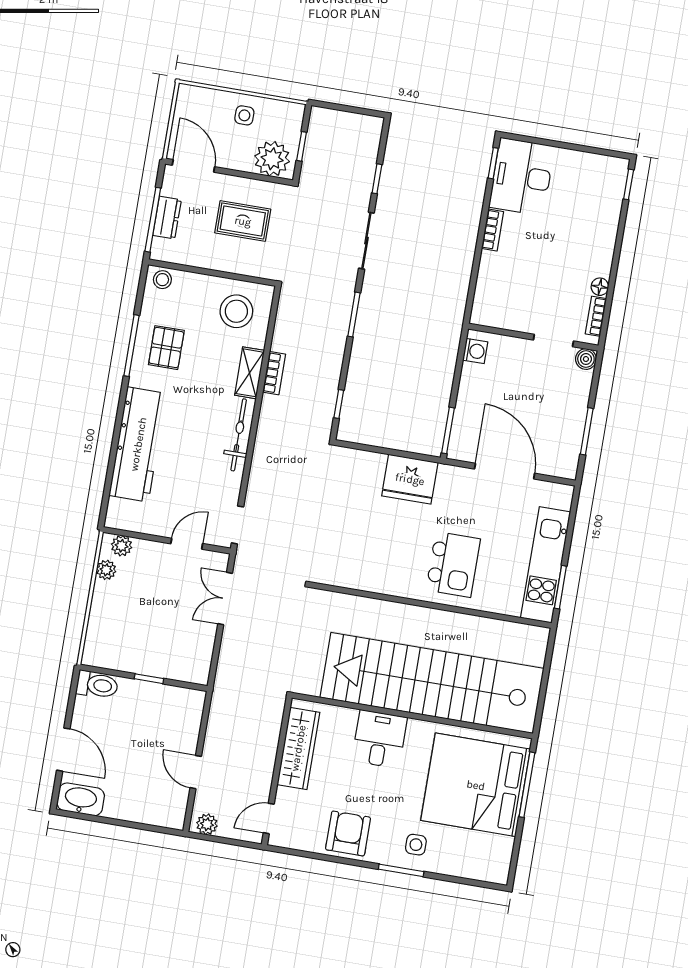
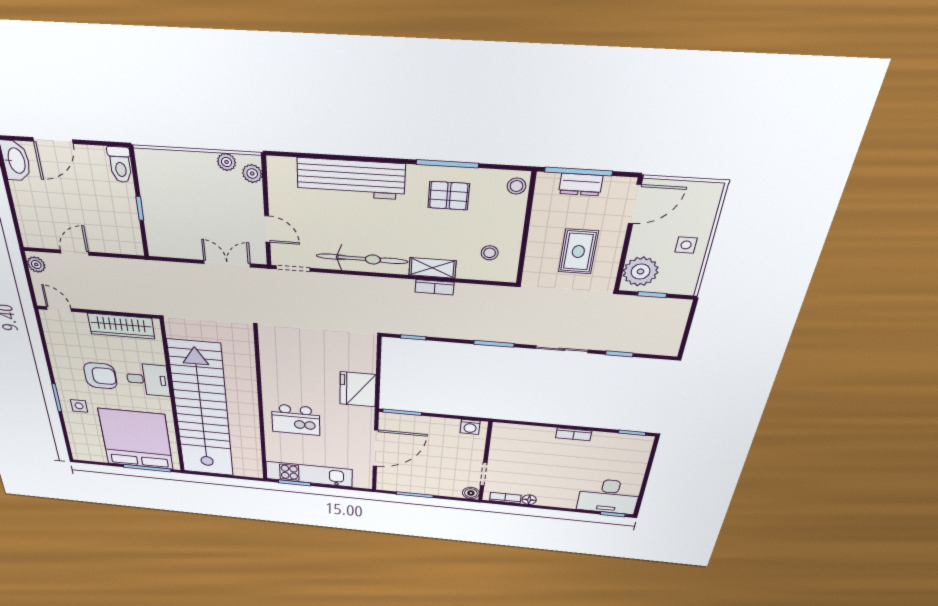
desk: (522, 177) -> (609, 496), moved, turned 180
stool: (236, 311) -> (490, 253), width x0.53, depth x0.53
bicycle: (239, 435) -> (362, 259), width x1.37, depth x1.40
armchair: (348, 833) -> (100, 376), moved

